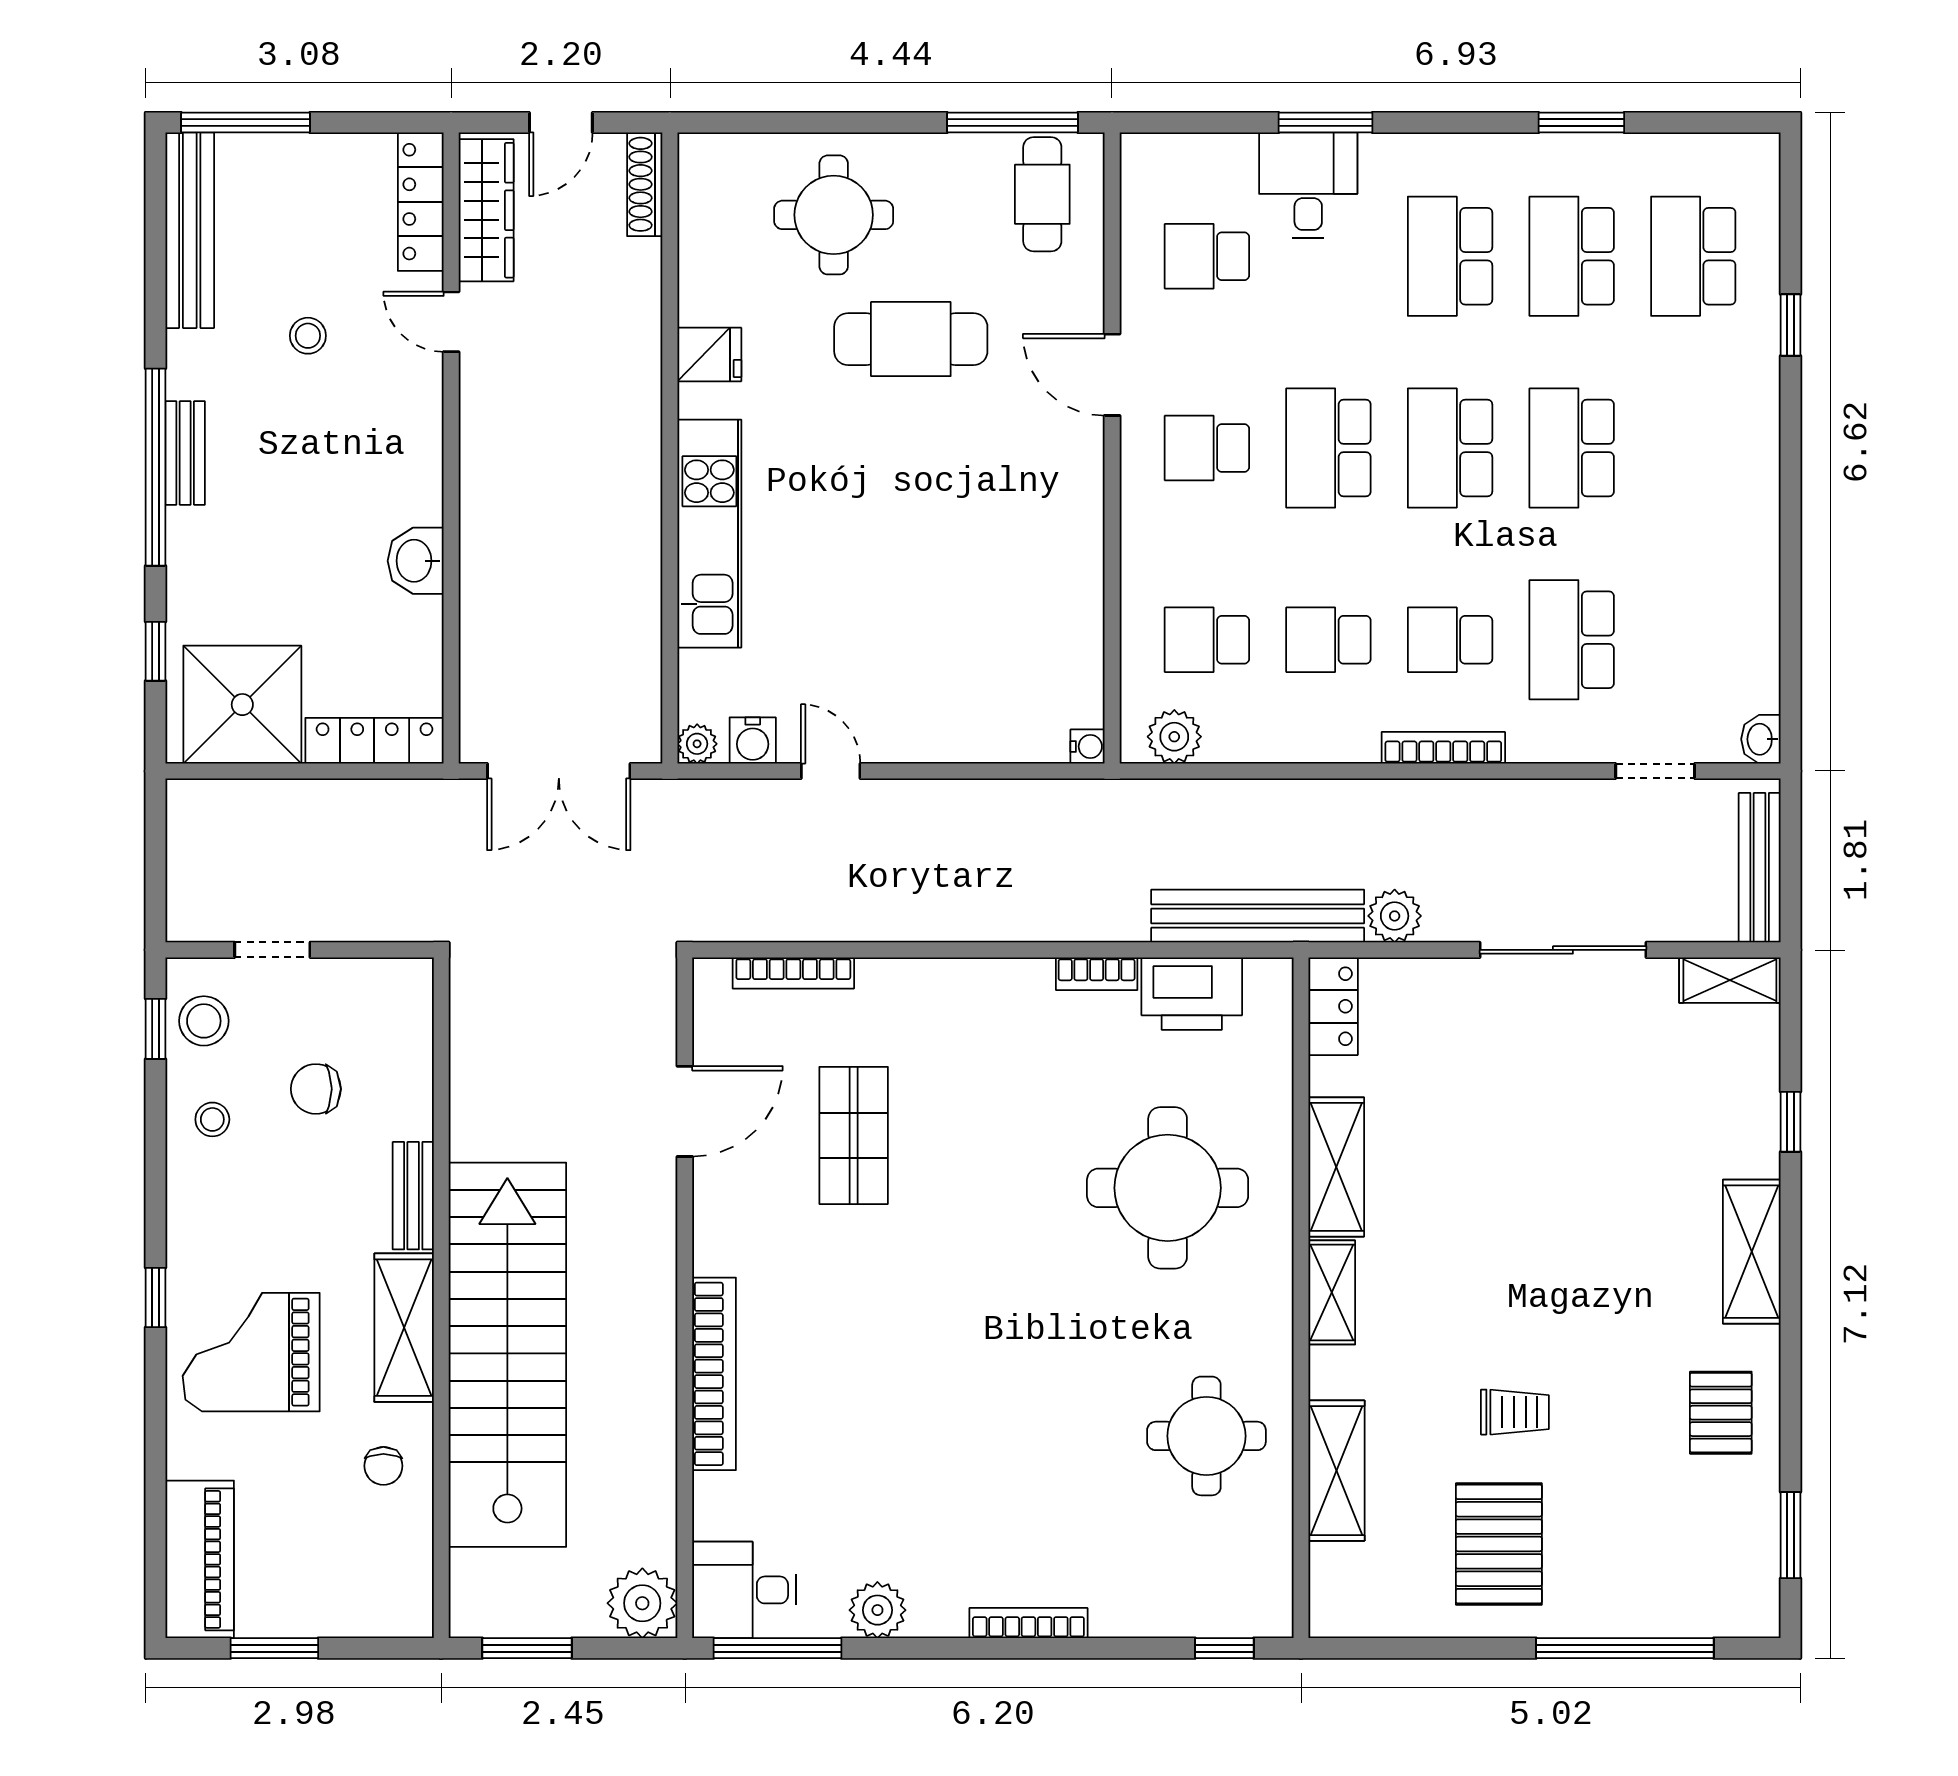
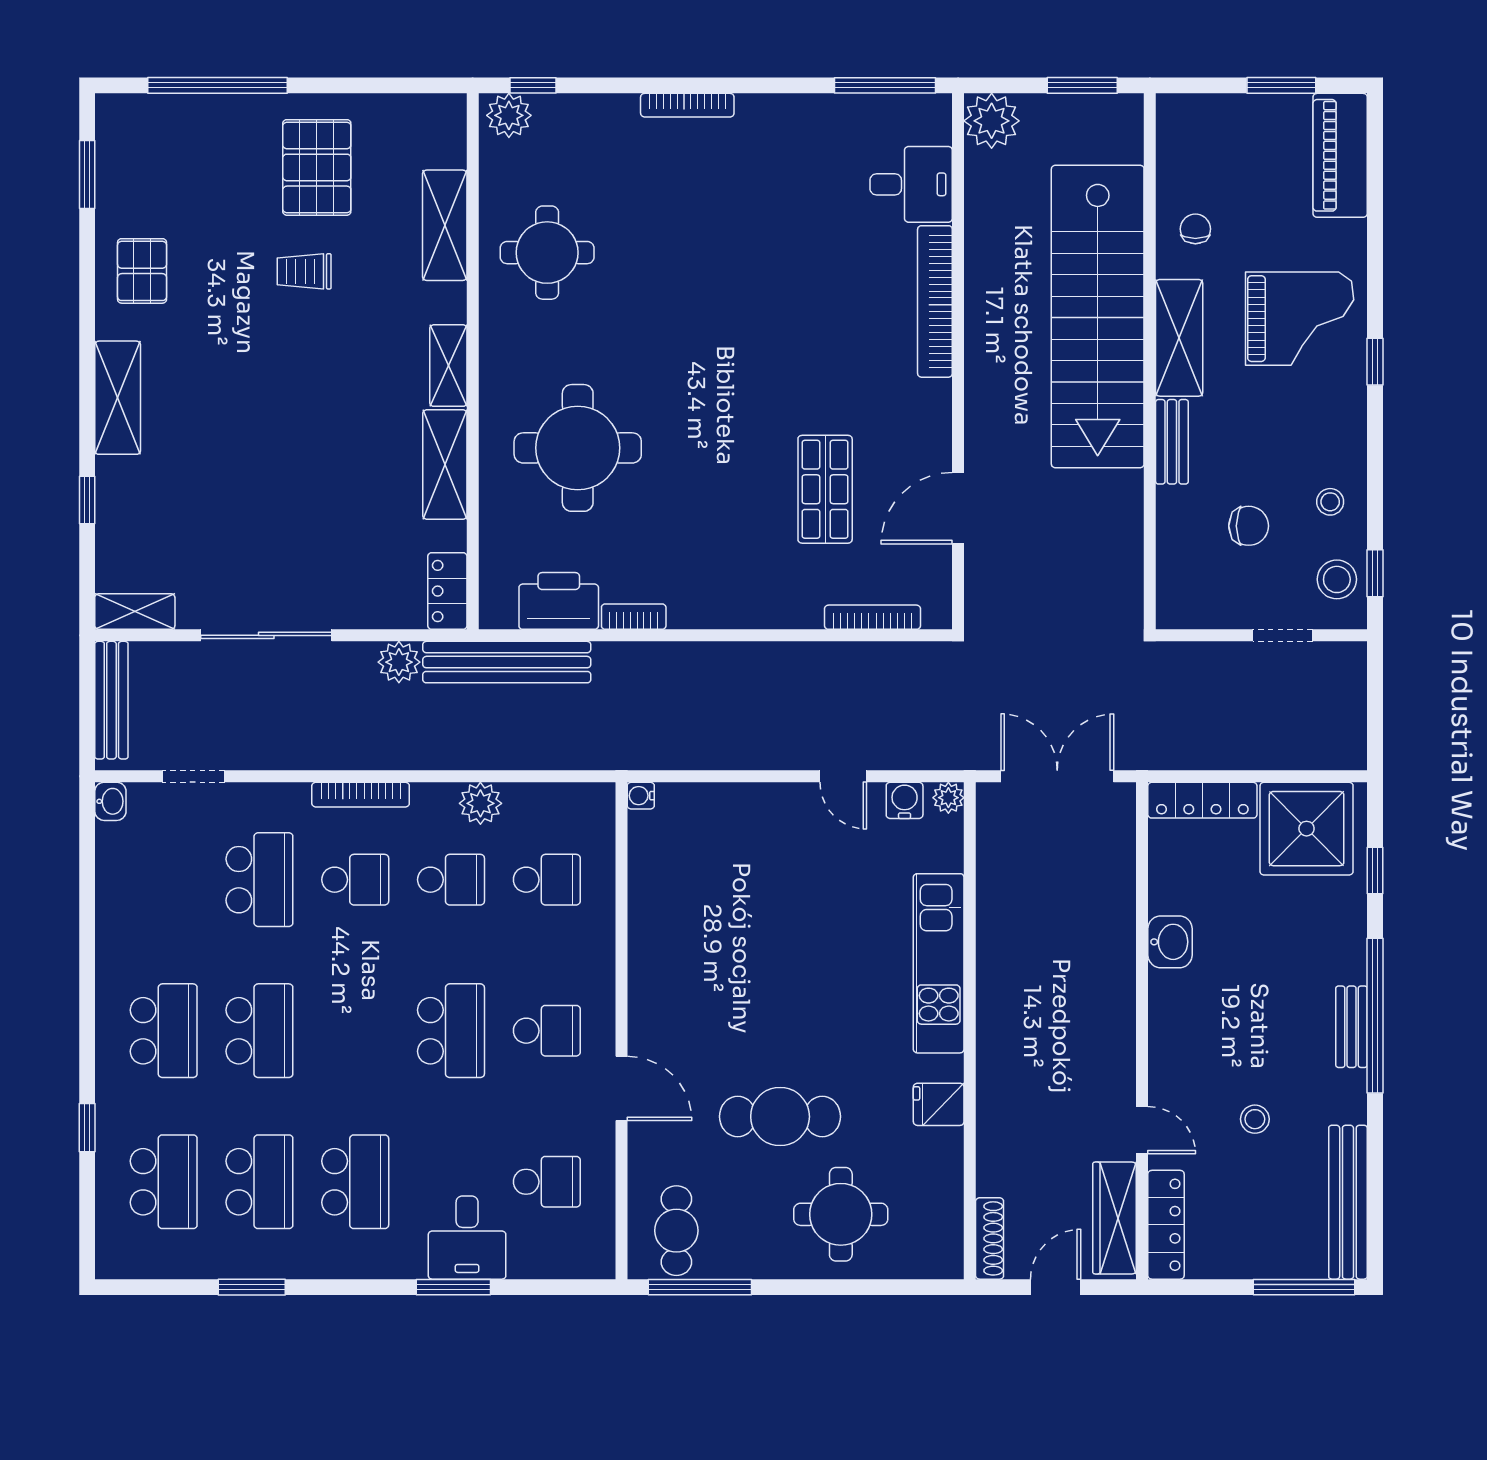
school desk: (1450, 448) -> (164, 1031), moved
plant: (1174, 737) -> (480, 803), moved
desk: (744, 1590) -> (911, 184), moved
plant: (877, 1610) -> (509, 115), moved

